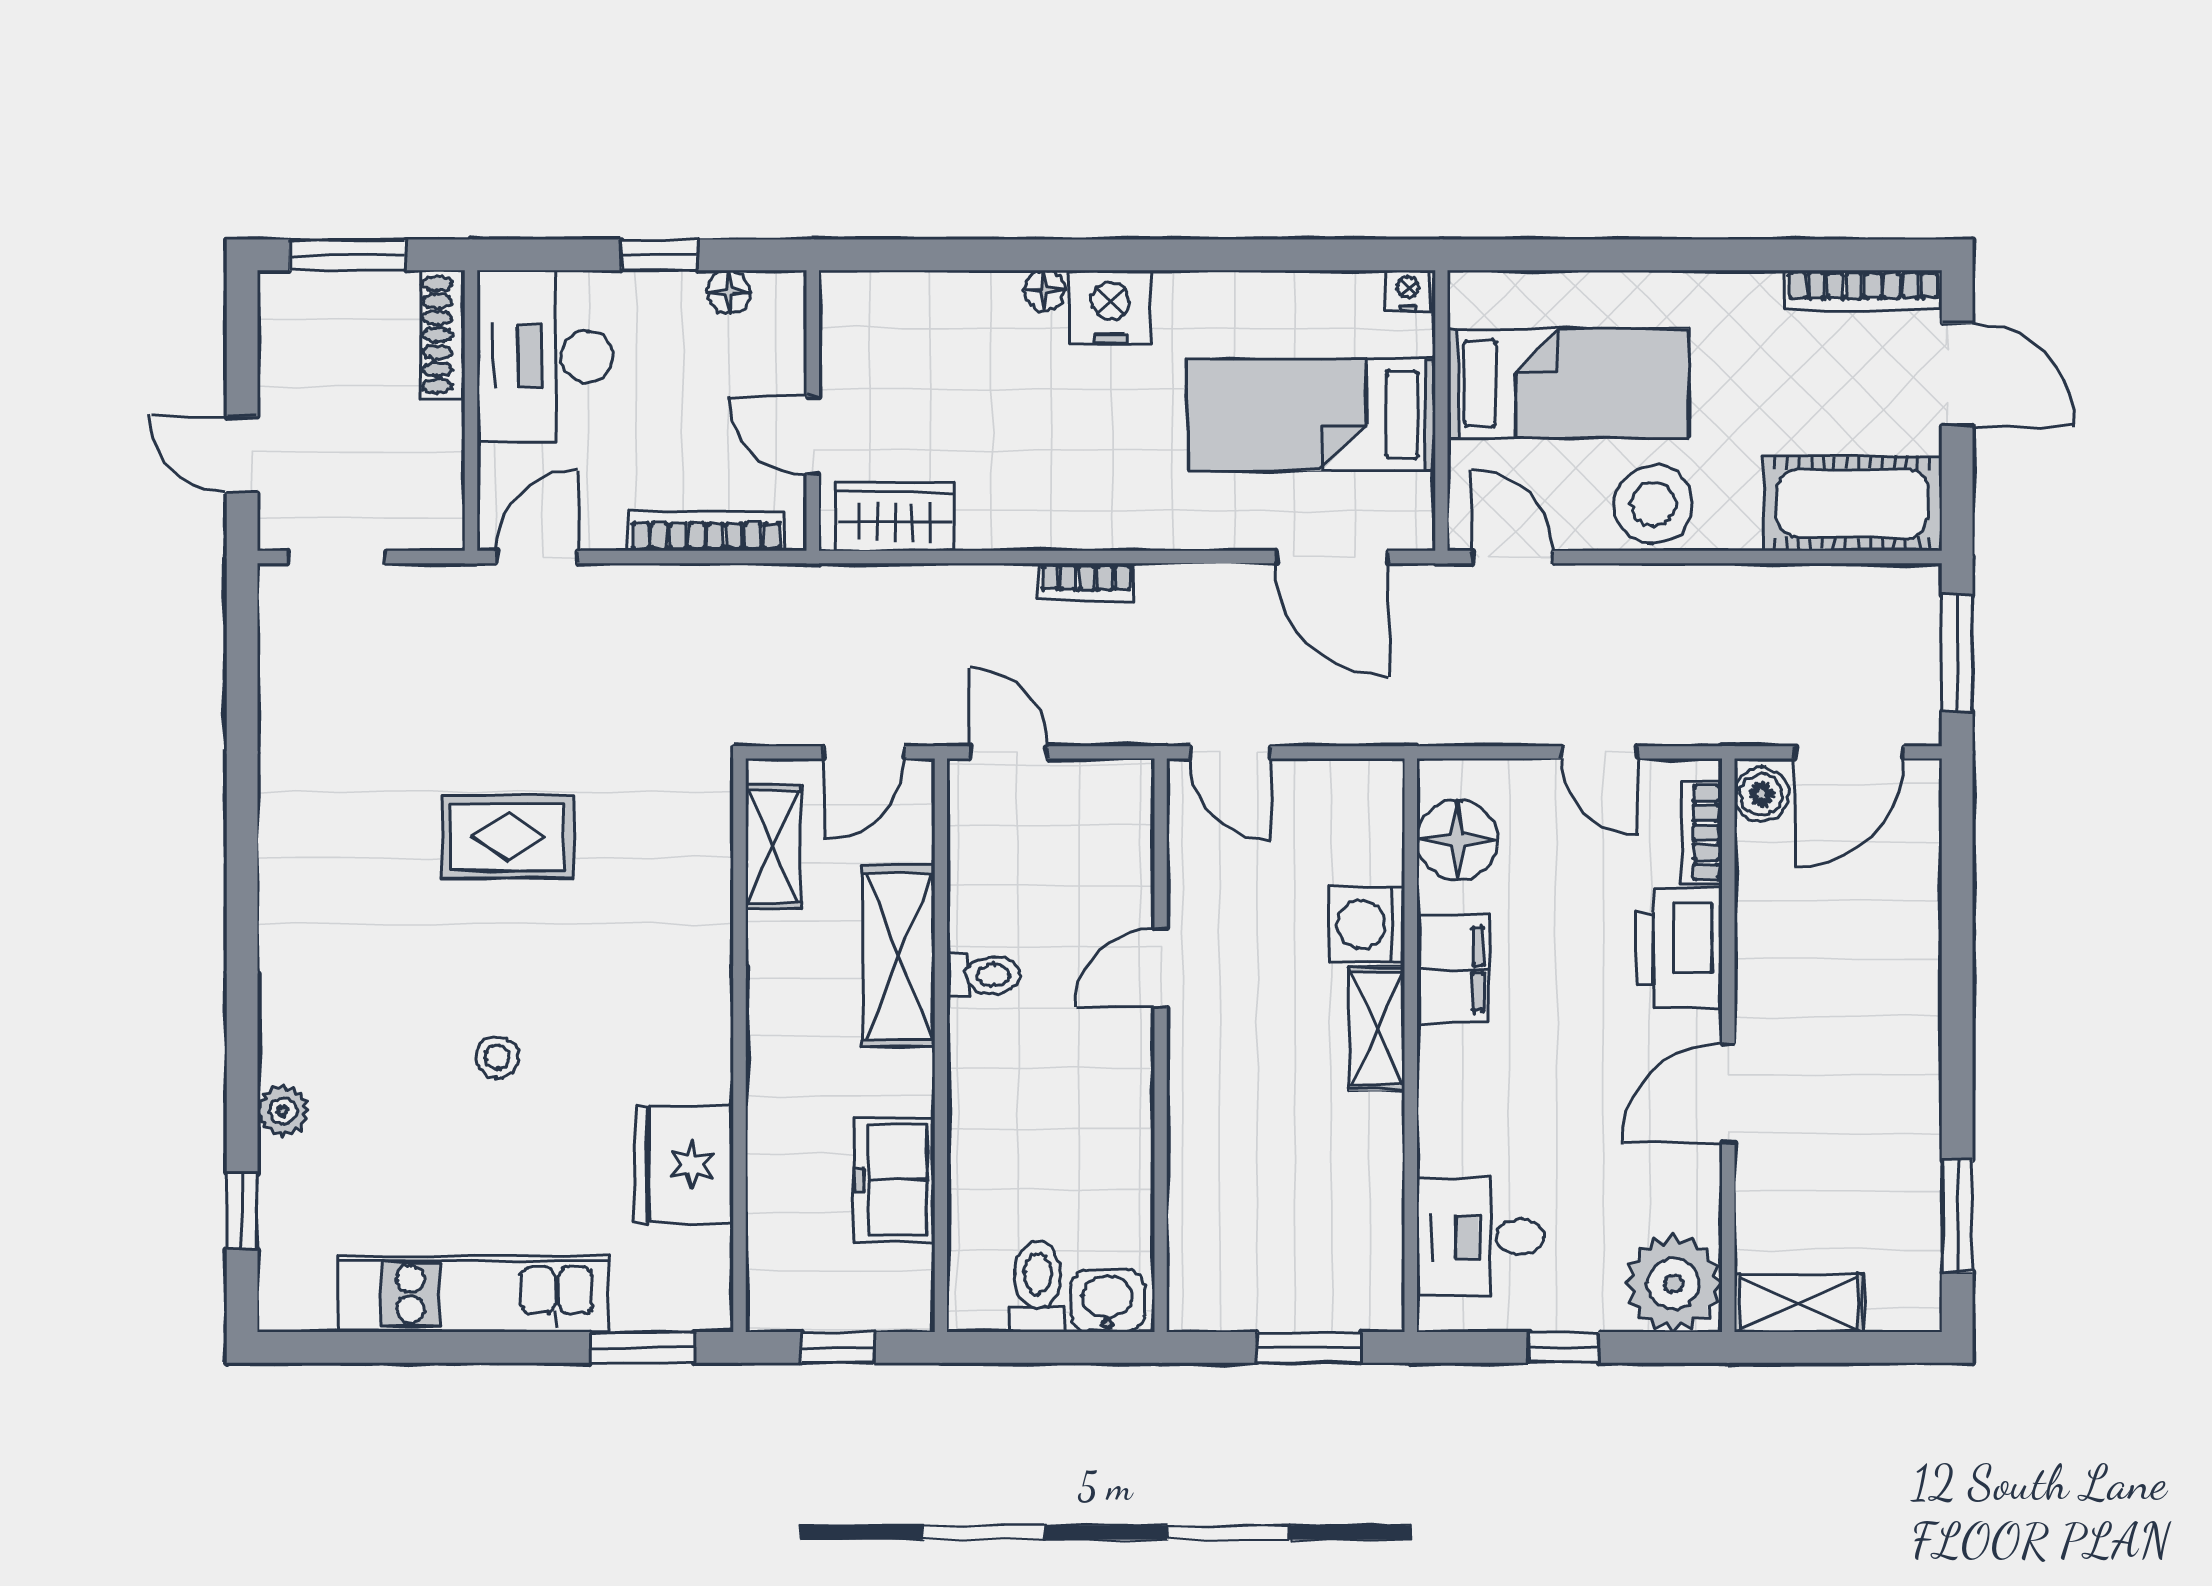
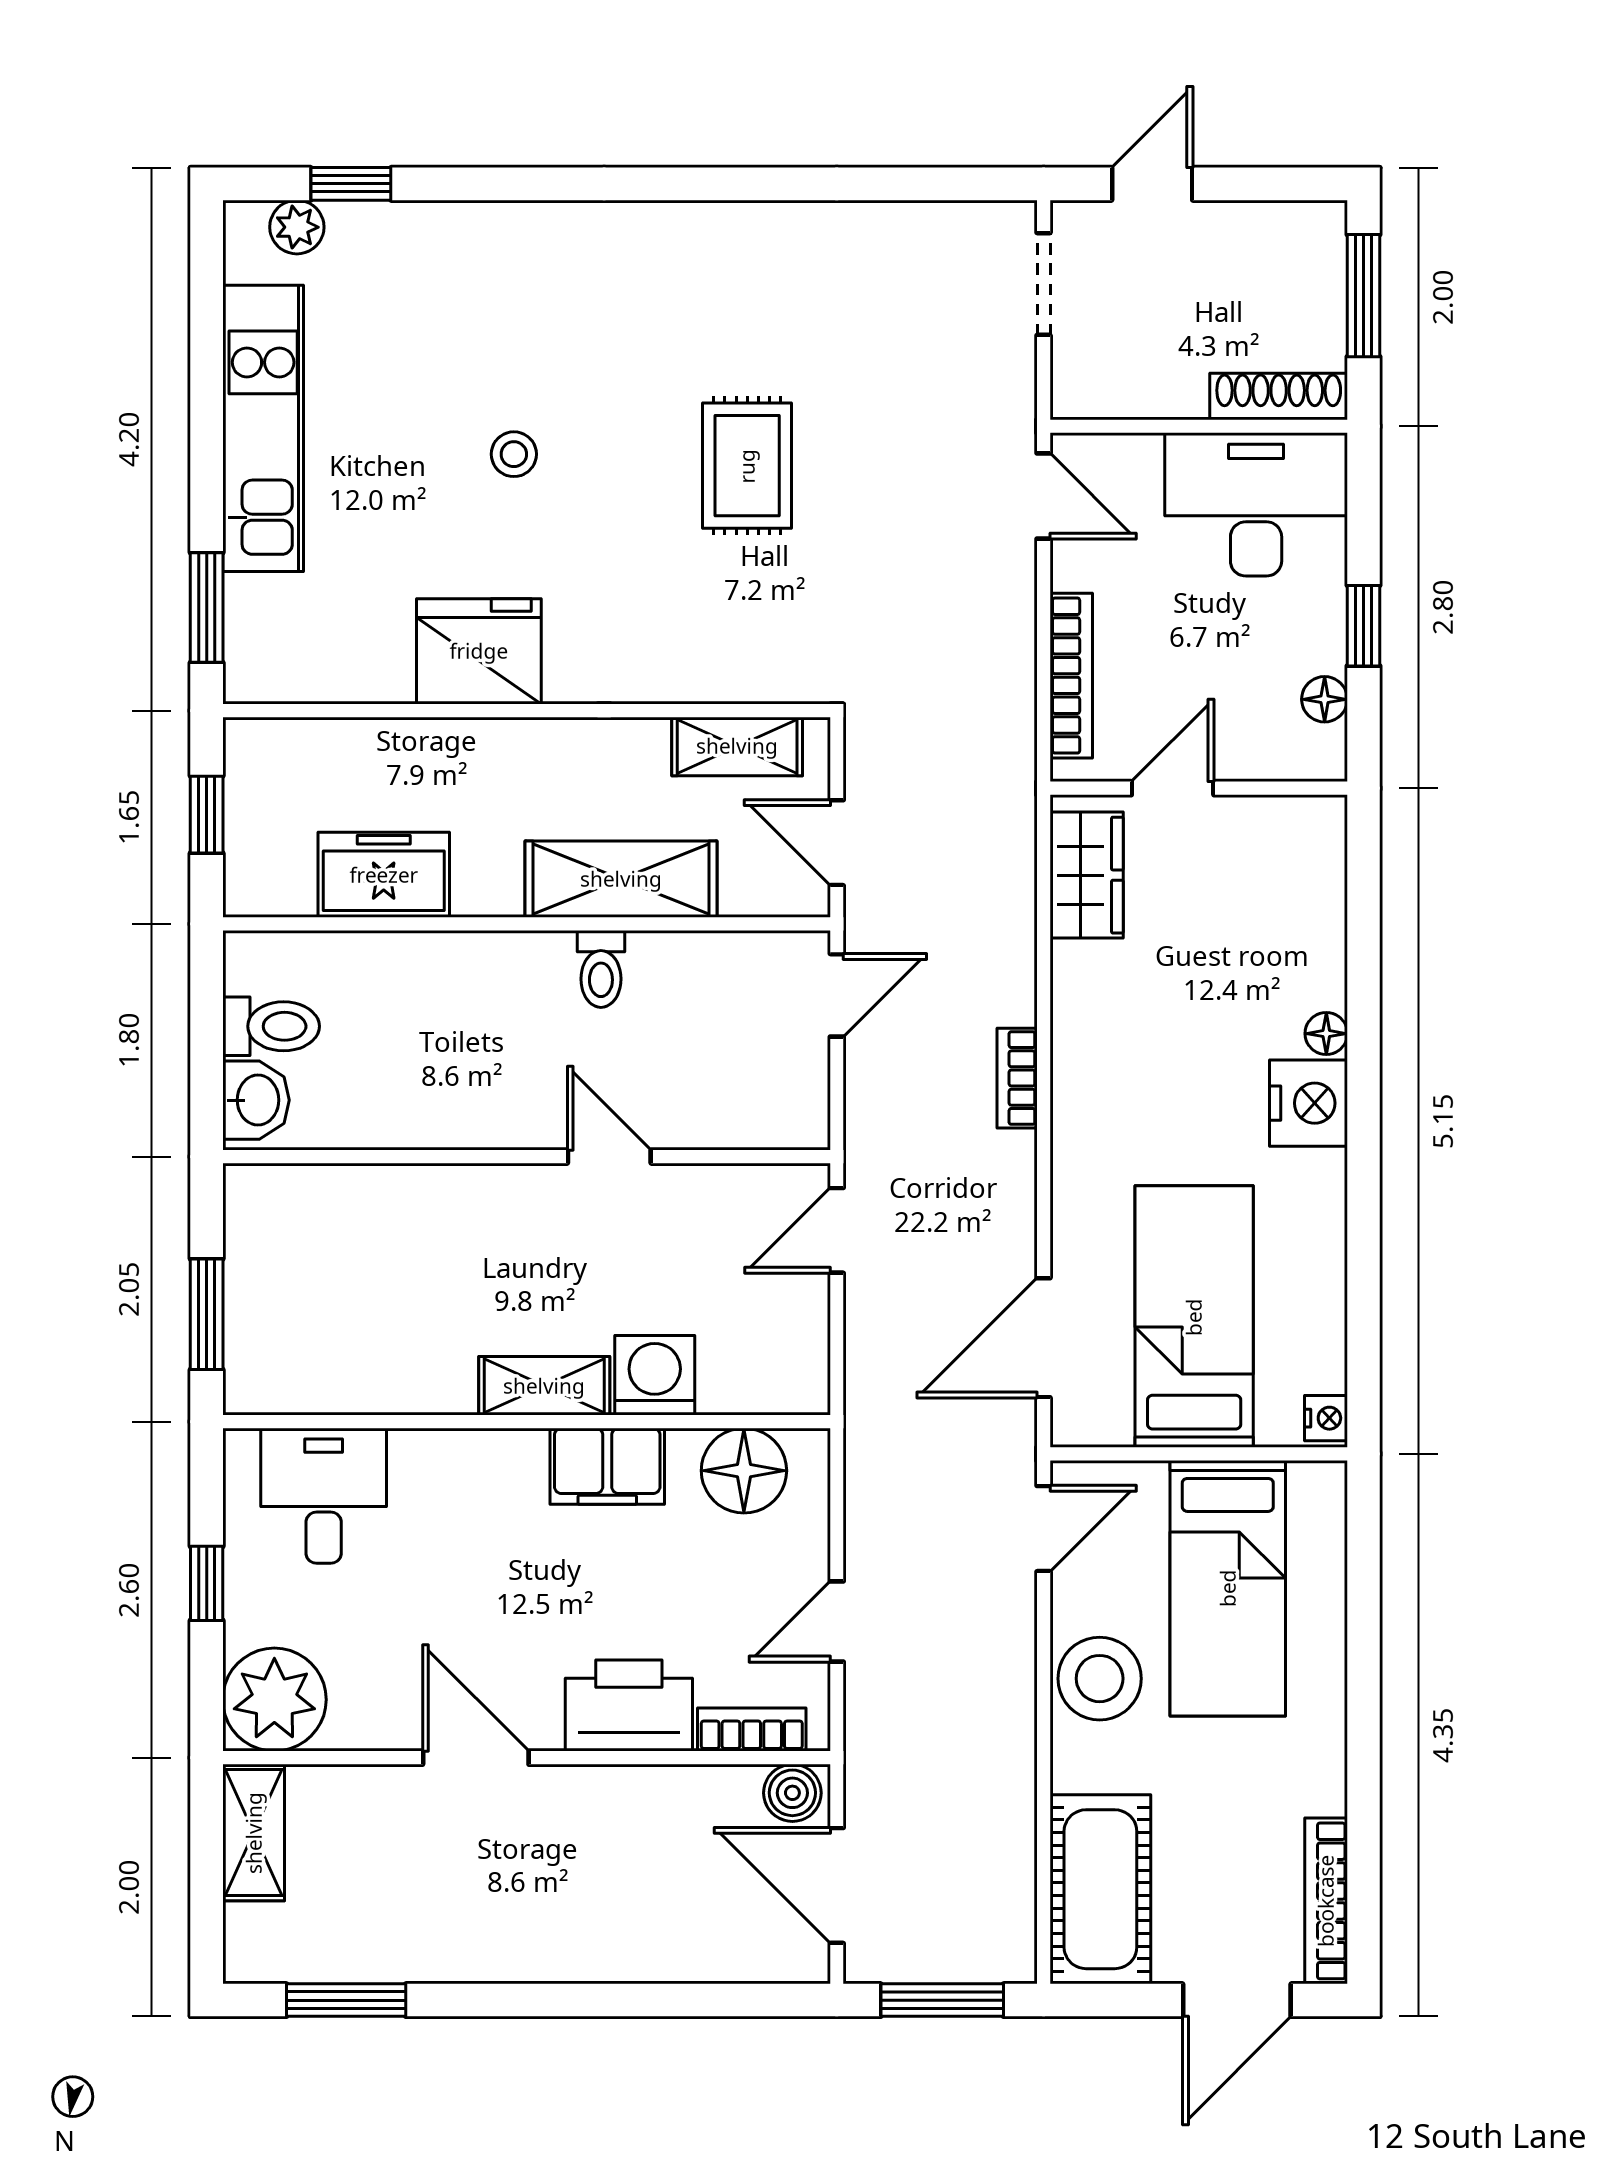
plant: (283, 1111) -> (297, 227), moved
fridge: (684, 1164) -> (479, 651), moved

